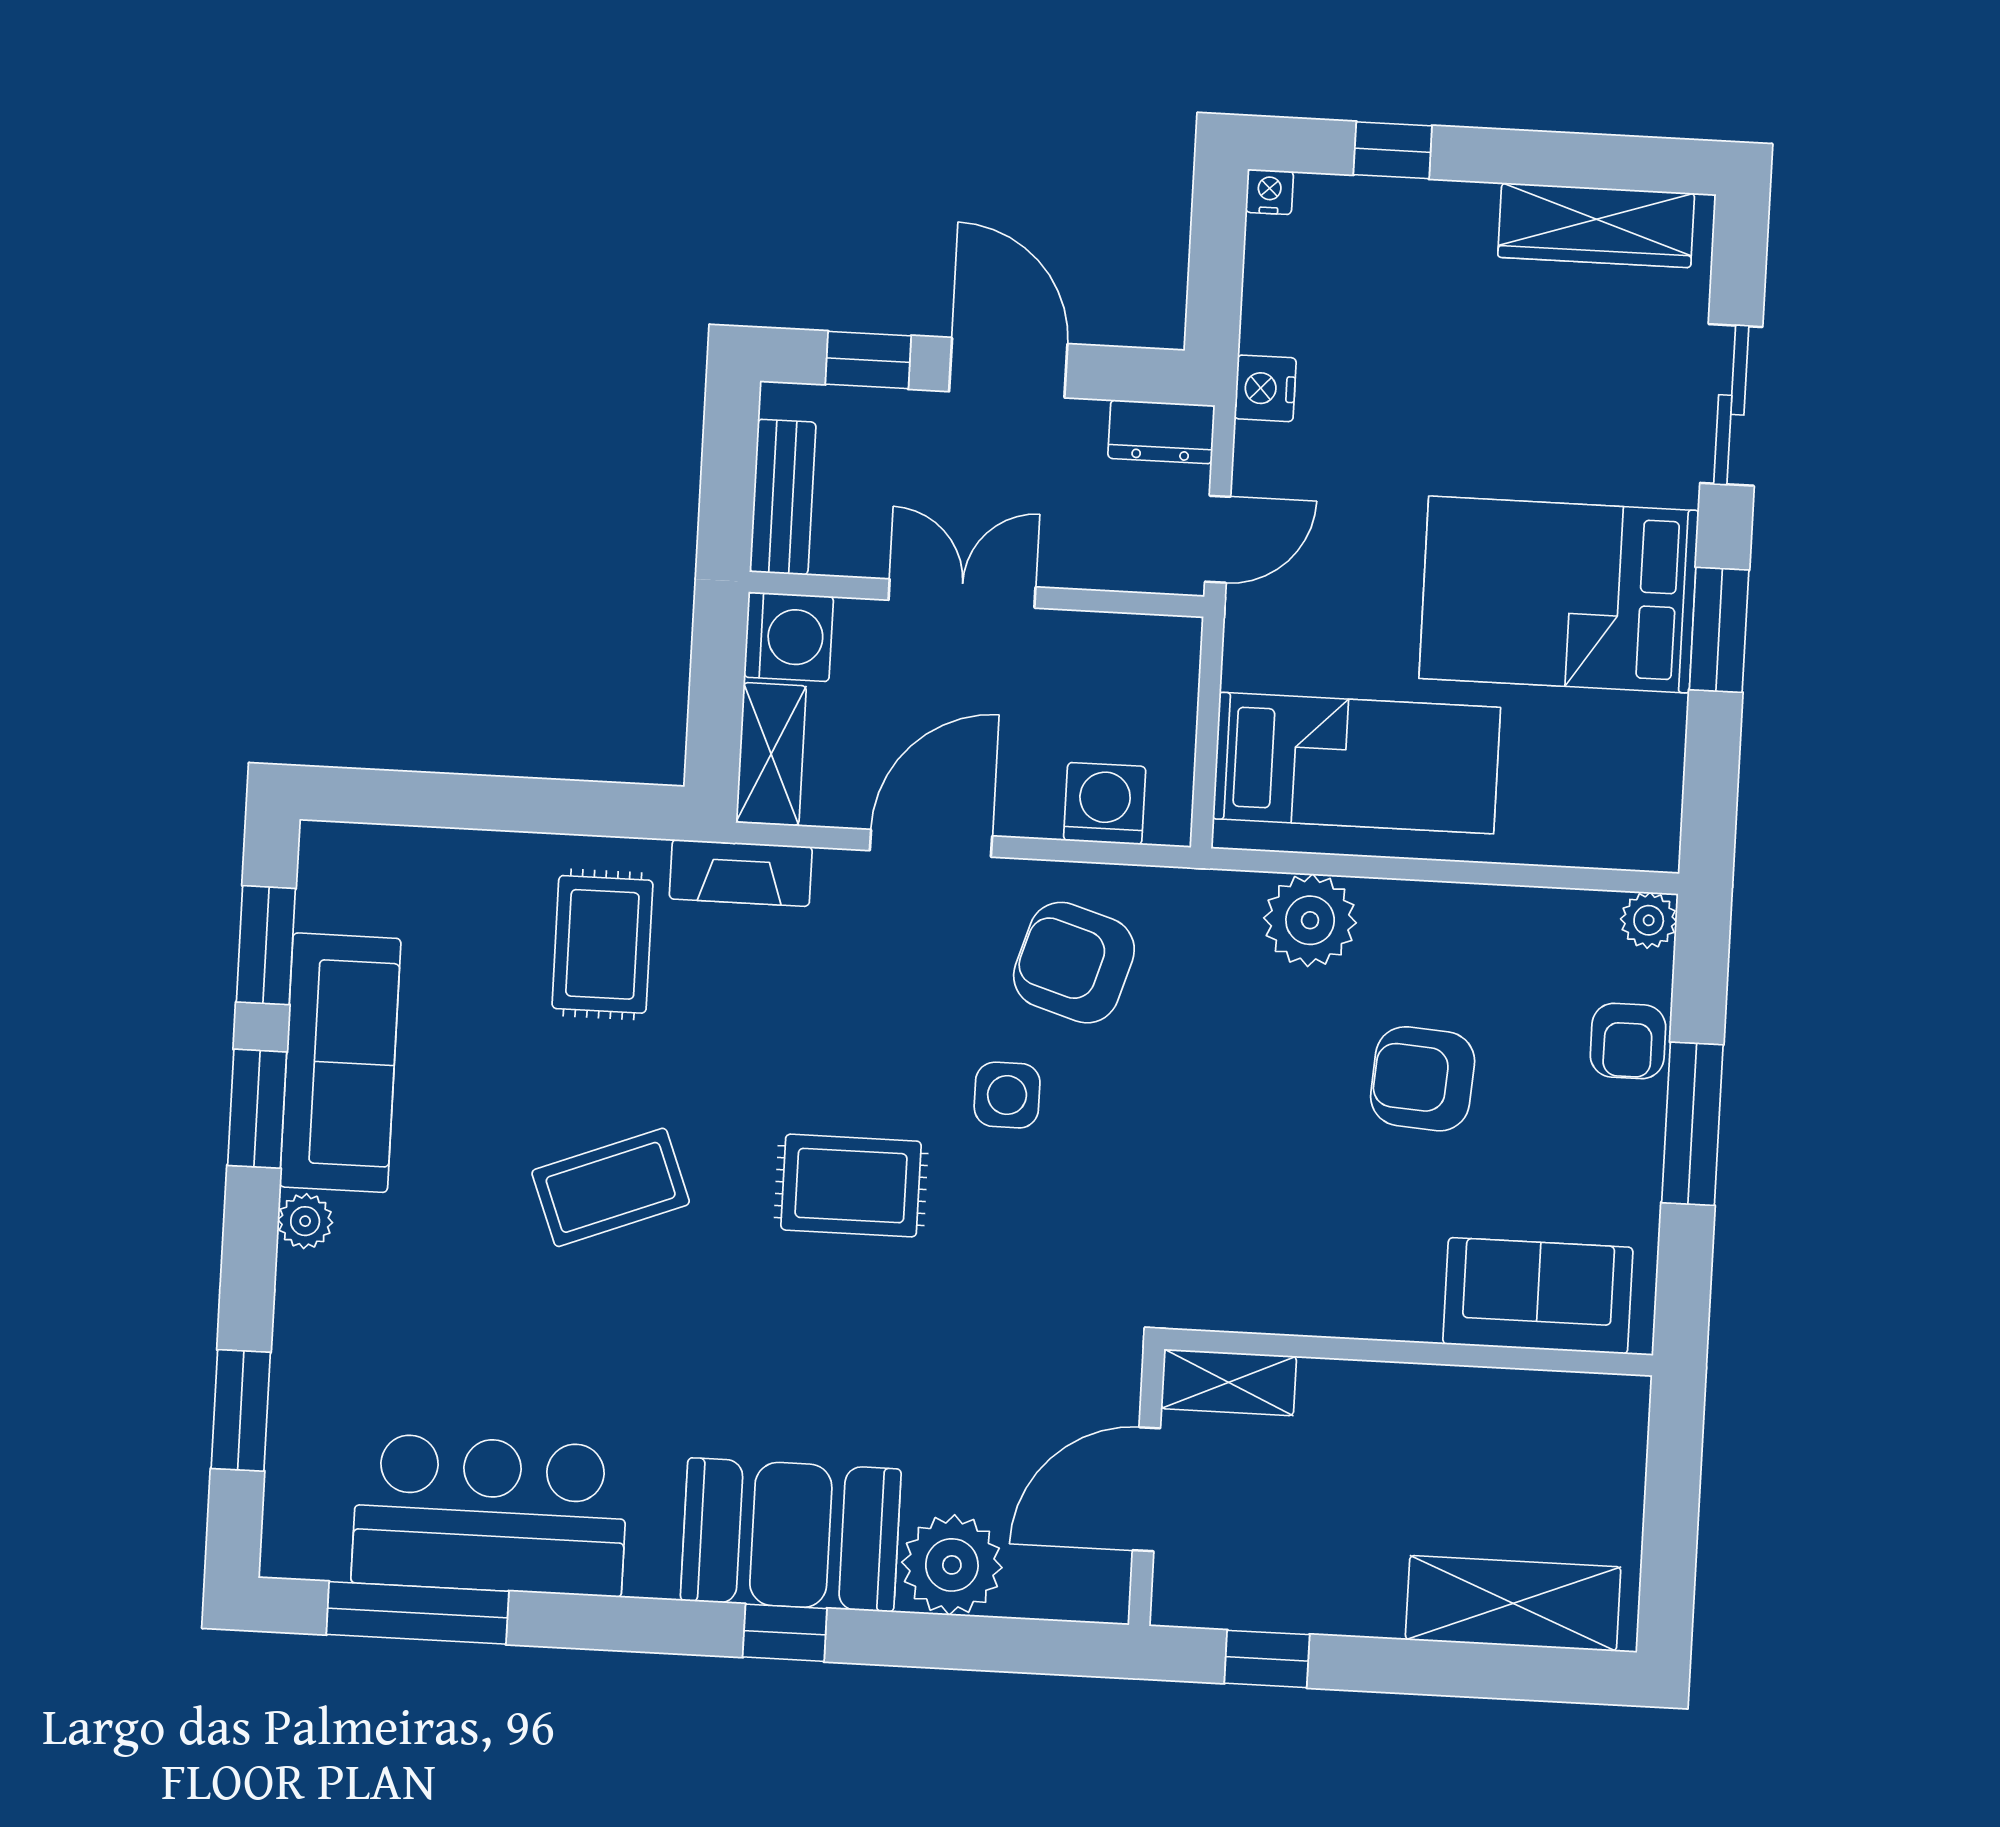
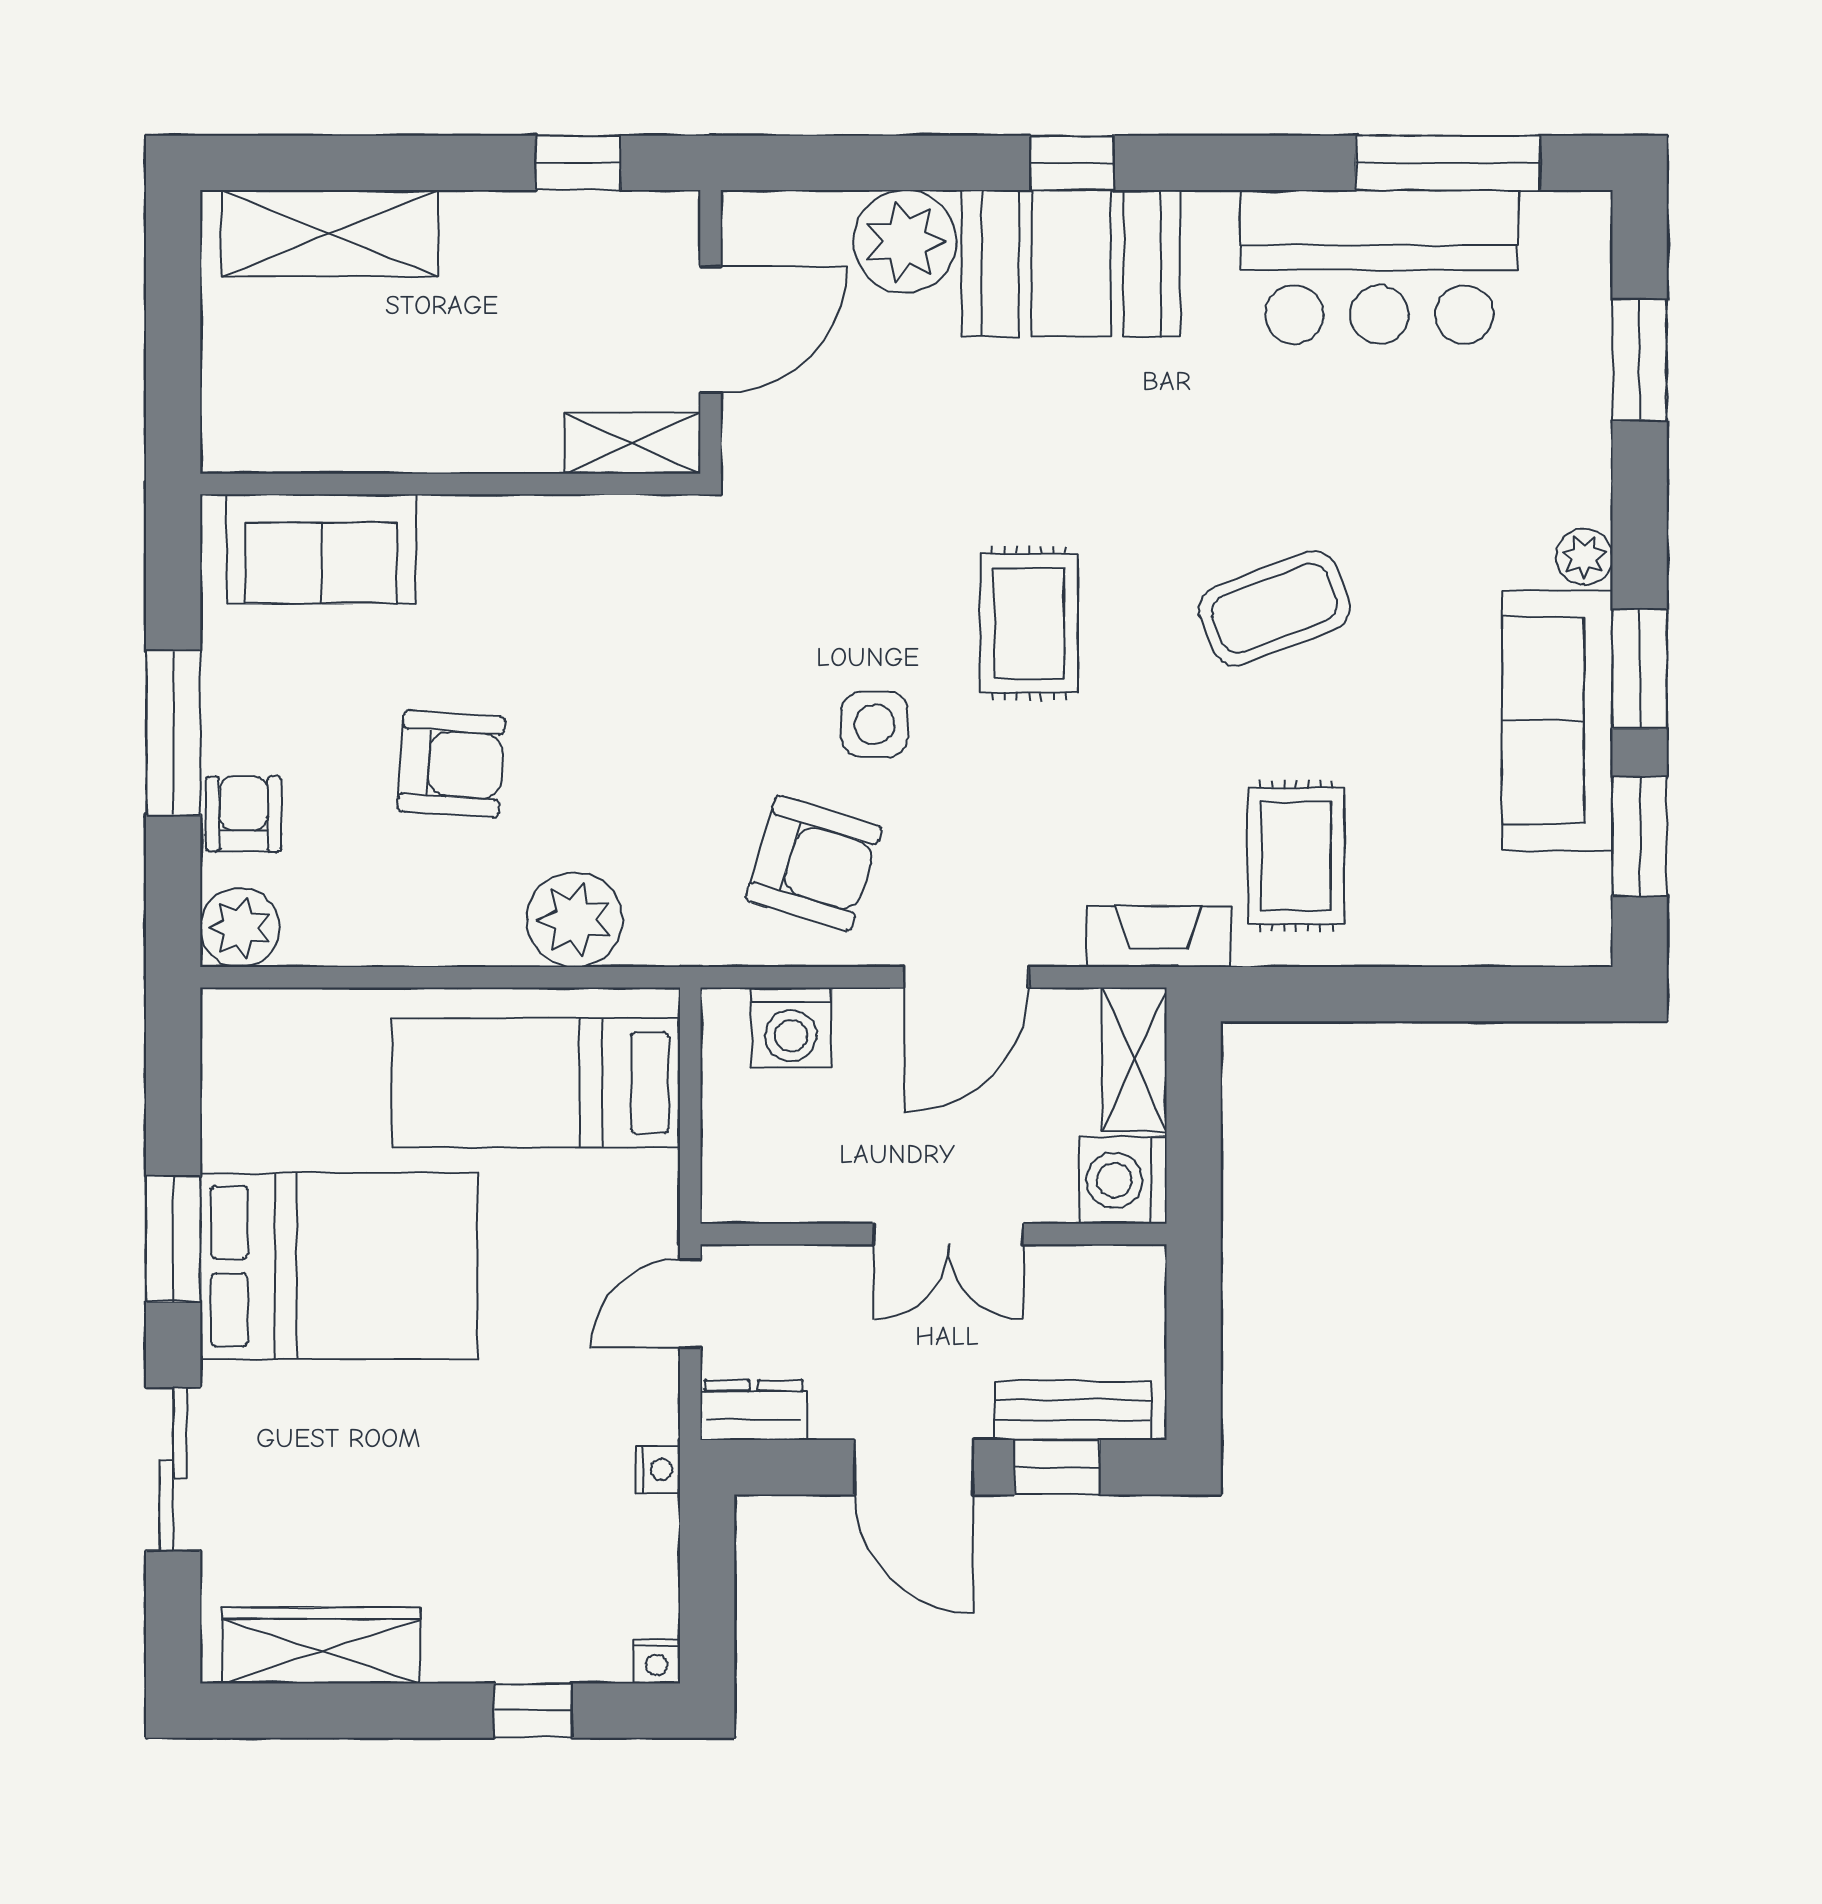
nightstand: (1265, 388) -> (658, 1470), width x0.72, depth x0.74
bench: (783, 497) -> (1073, 1410), moved, turned 90
plant: (1649, 920) -> (240, 928), width x1.38, depth x1.38
rug: (851, 1186) -> (1029, 623), turned 90

